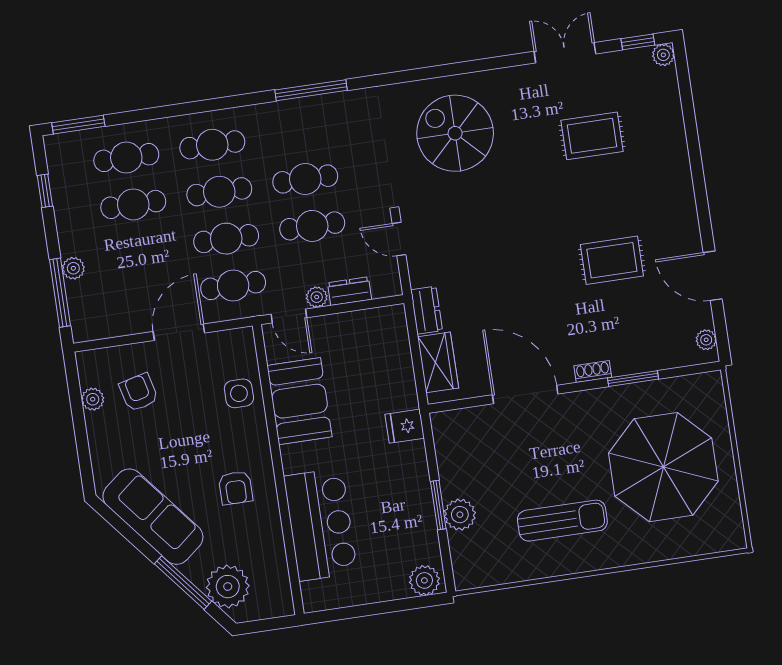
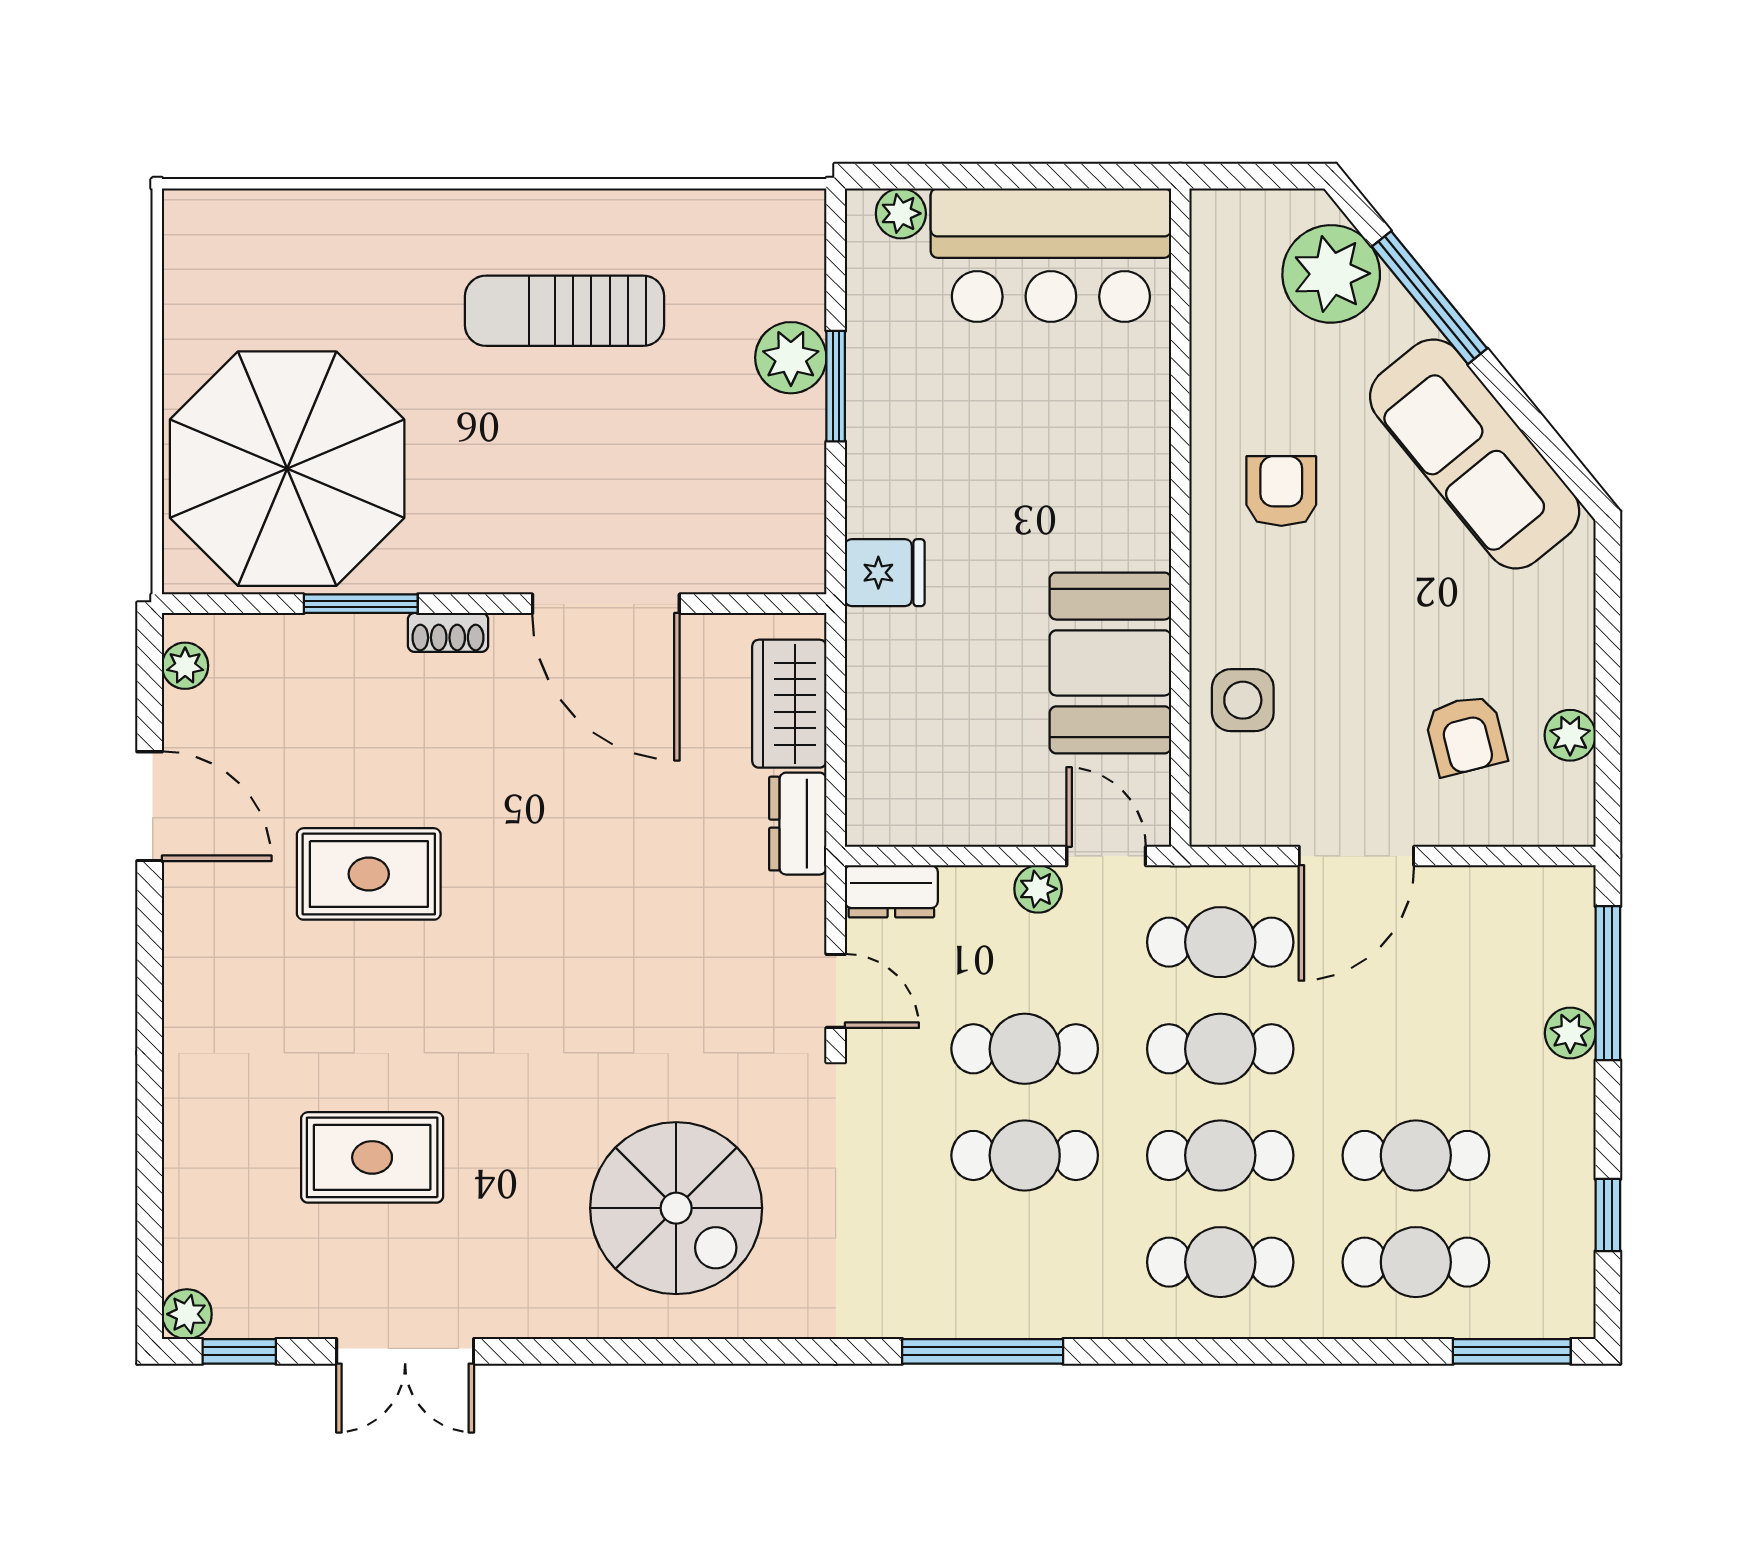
dresser: (350, 291) -> (891, 891), moved
parasol: (663, 467) -> (287, 469), moved
bar counter: (321, 525) -> (1051, 255), moved, turned -90
plant: (424, 580) -> (901, 213), width x0.73, depth x0.73

